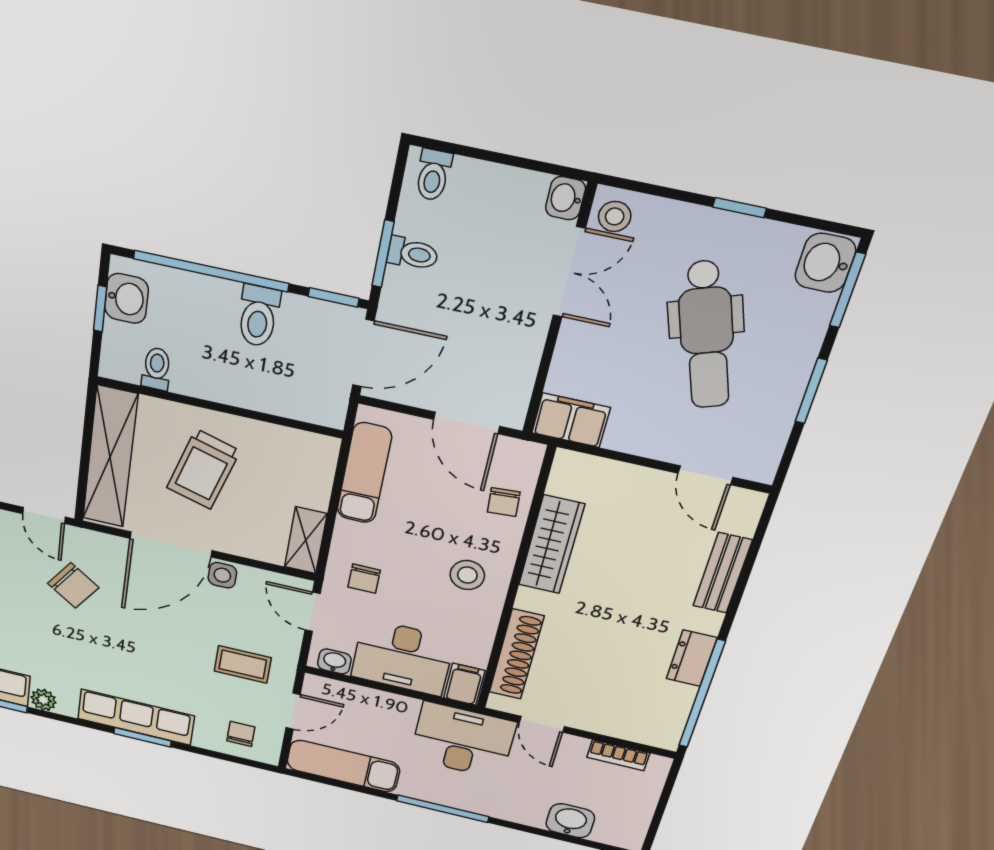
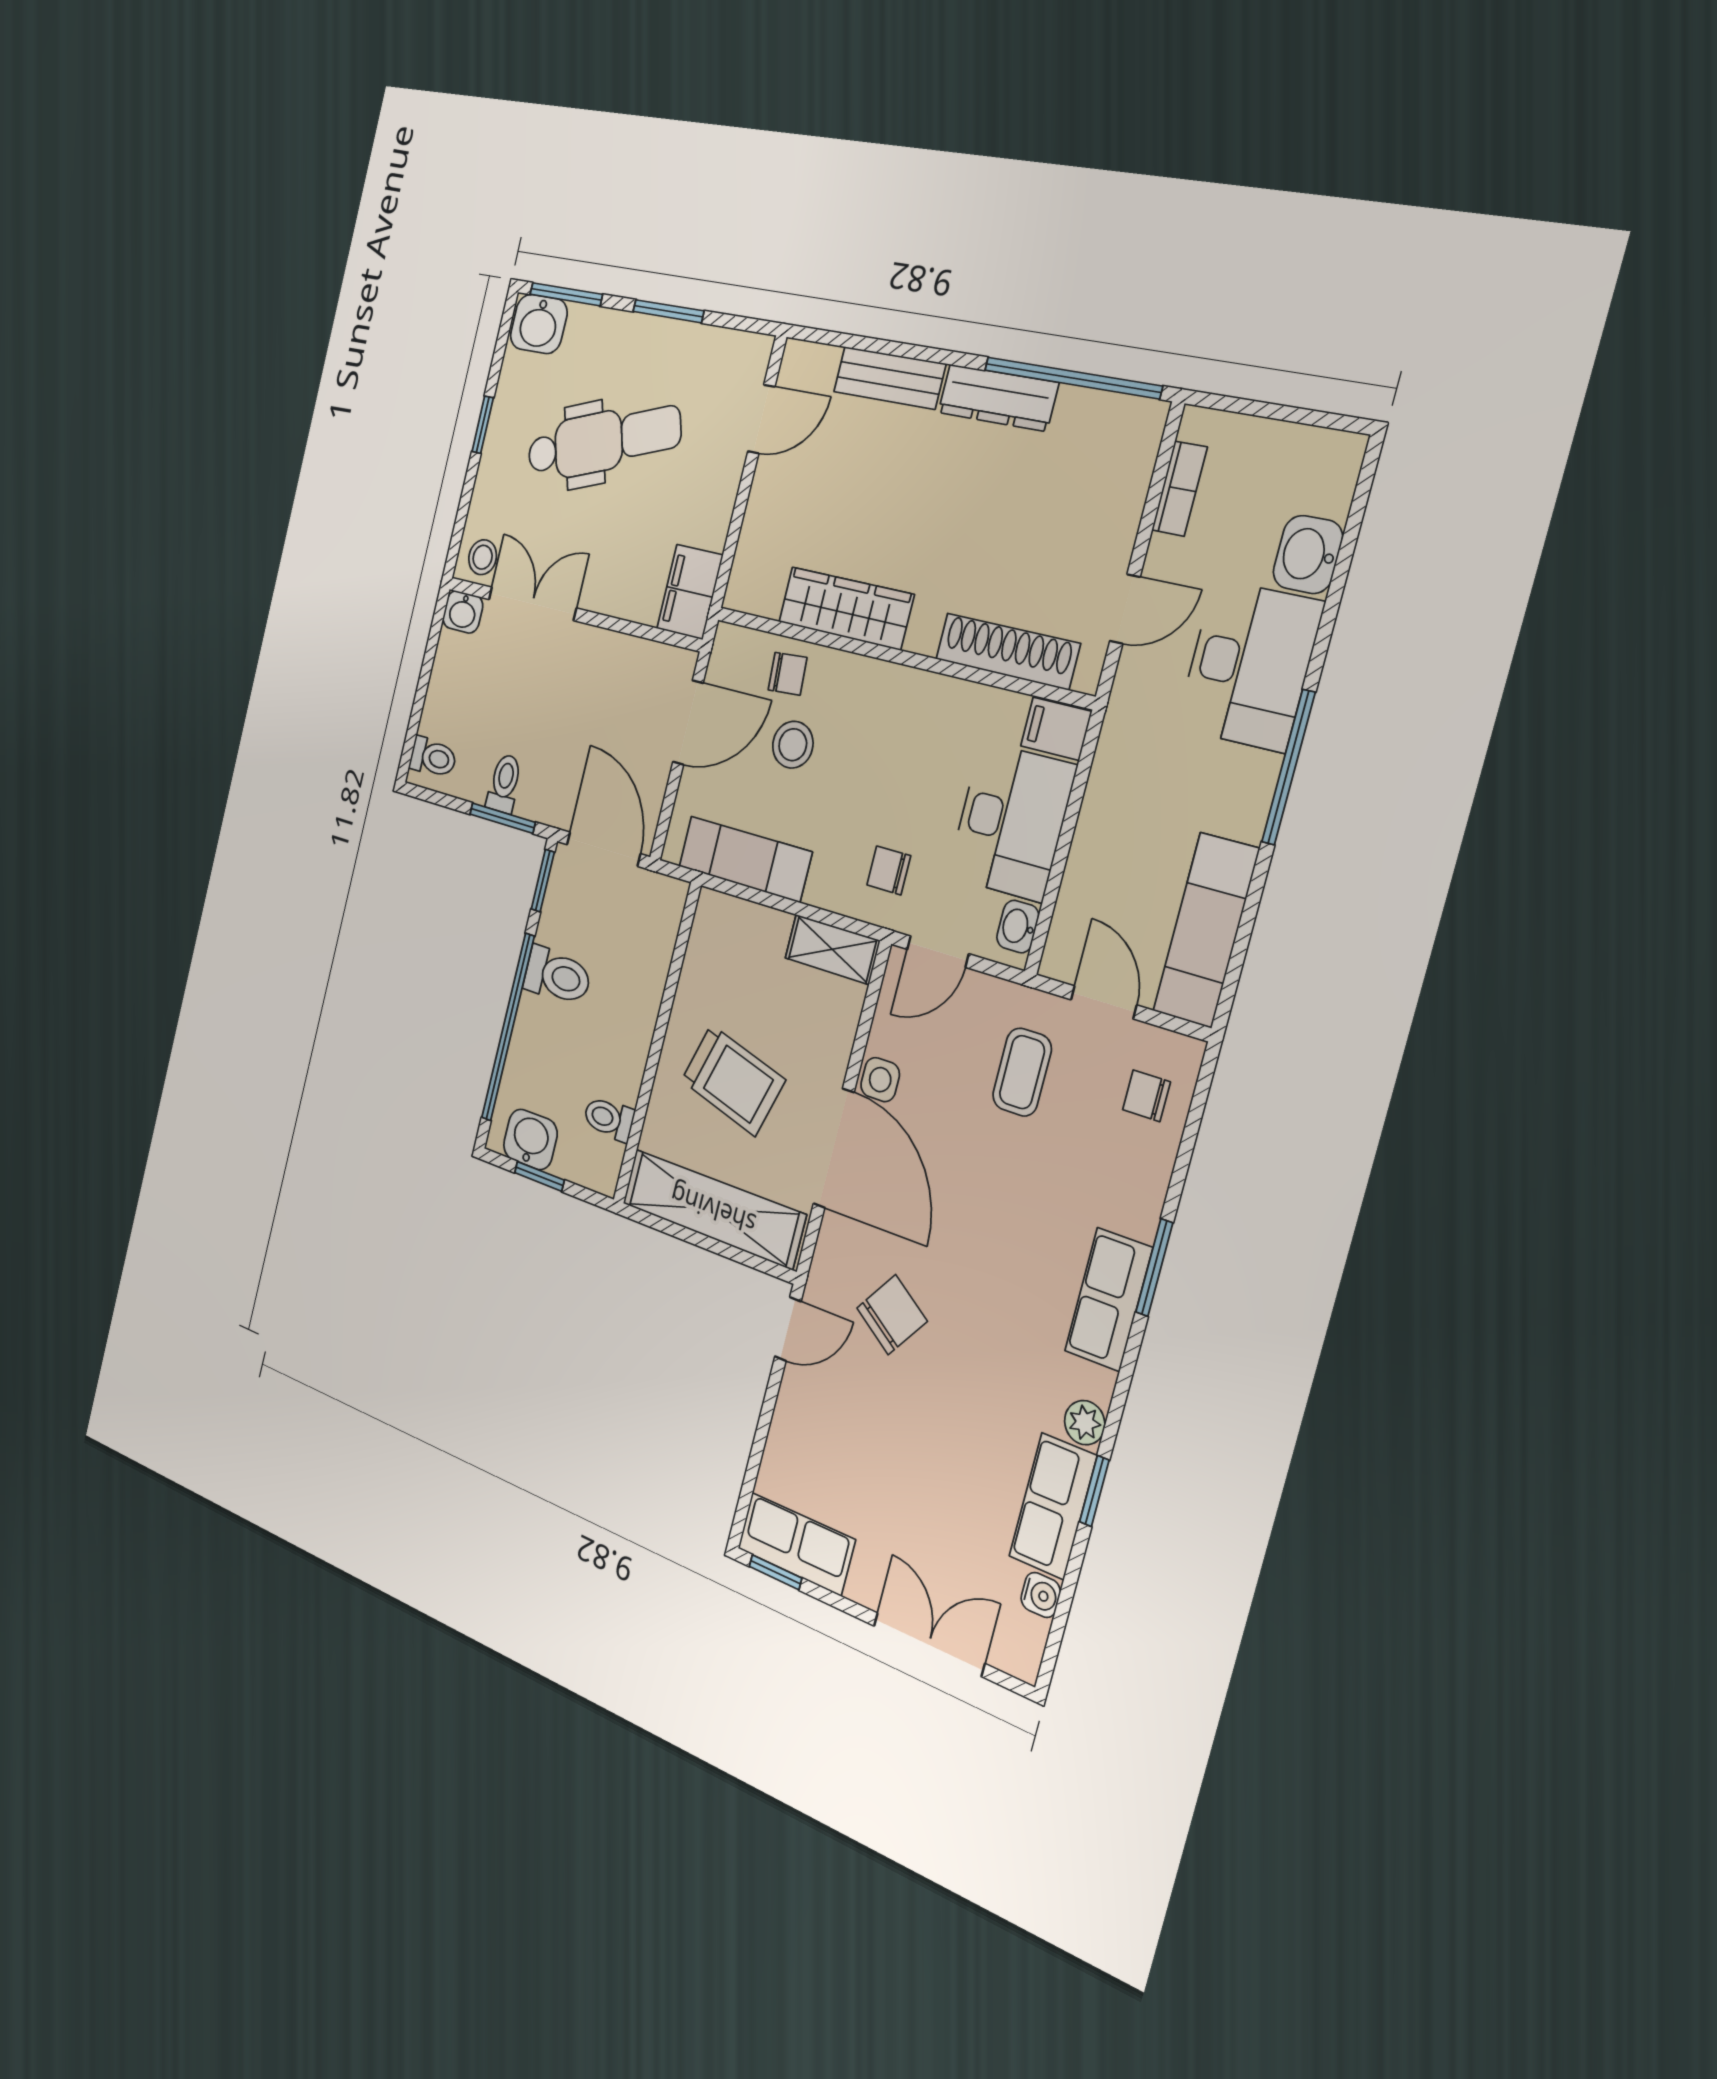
stool: (467, 575) -> (793, 745), moved
chair: (364, 579) -> (889, 870), turned 180
dresser: (692, 658) -> (998, 398), width x1.44
row of seats: (136, 717) -> (1109, 1299), width x0.68
desk: (463, 740) -> (1249, 665), moved, turned 180

